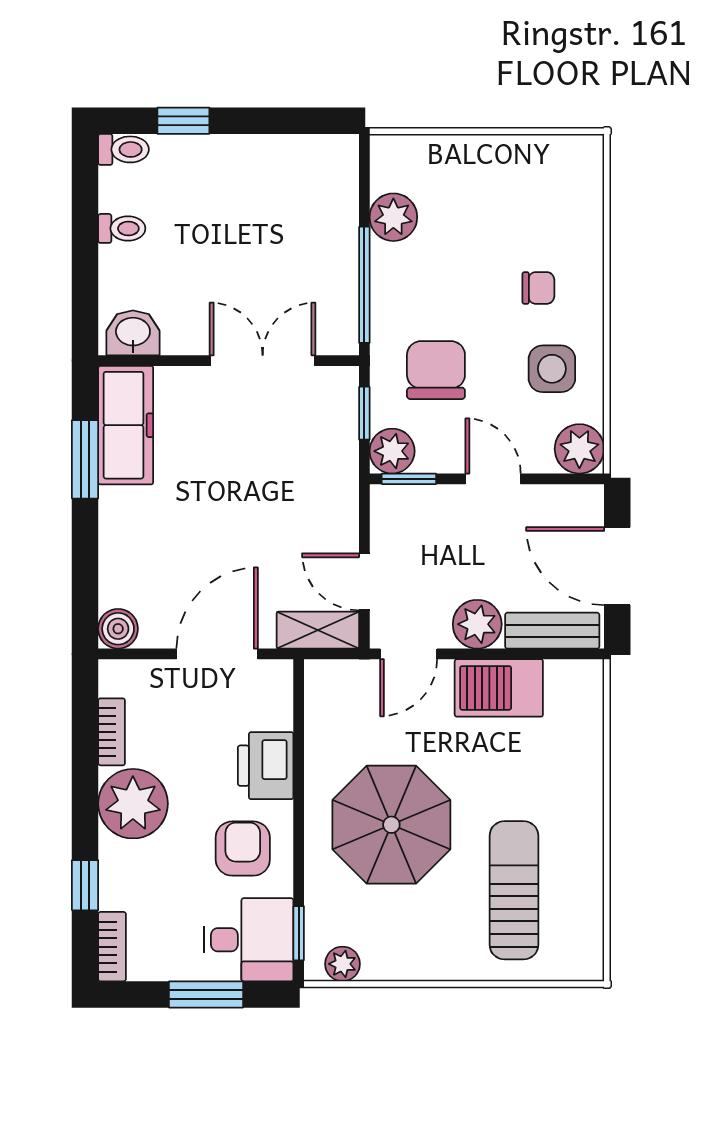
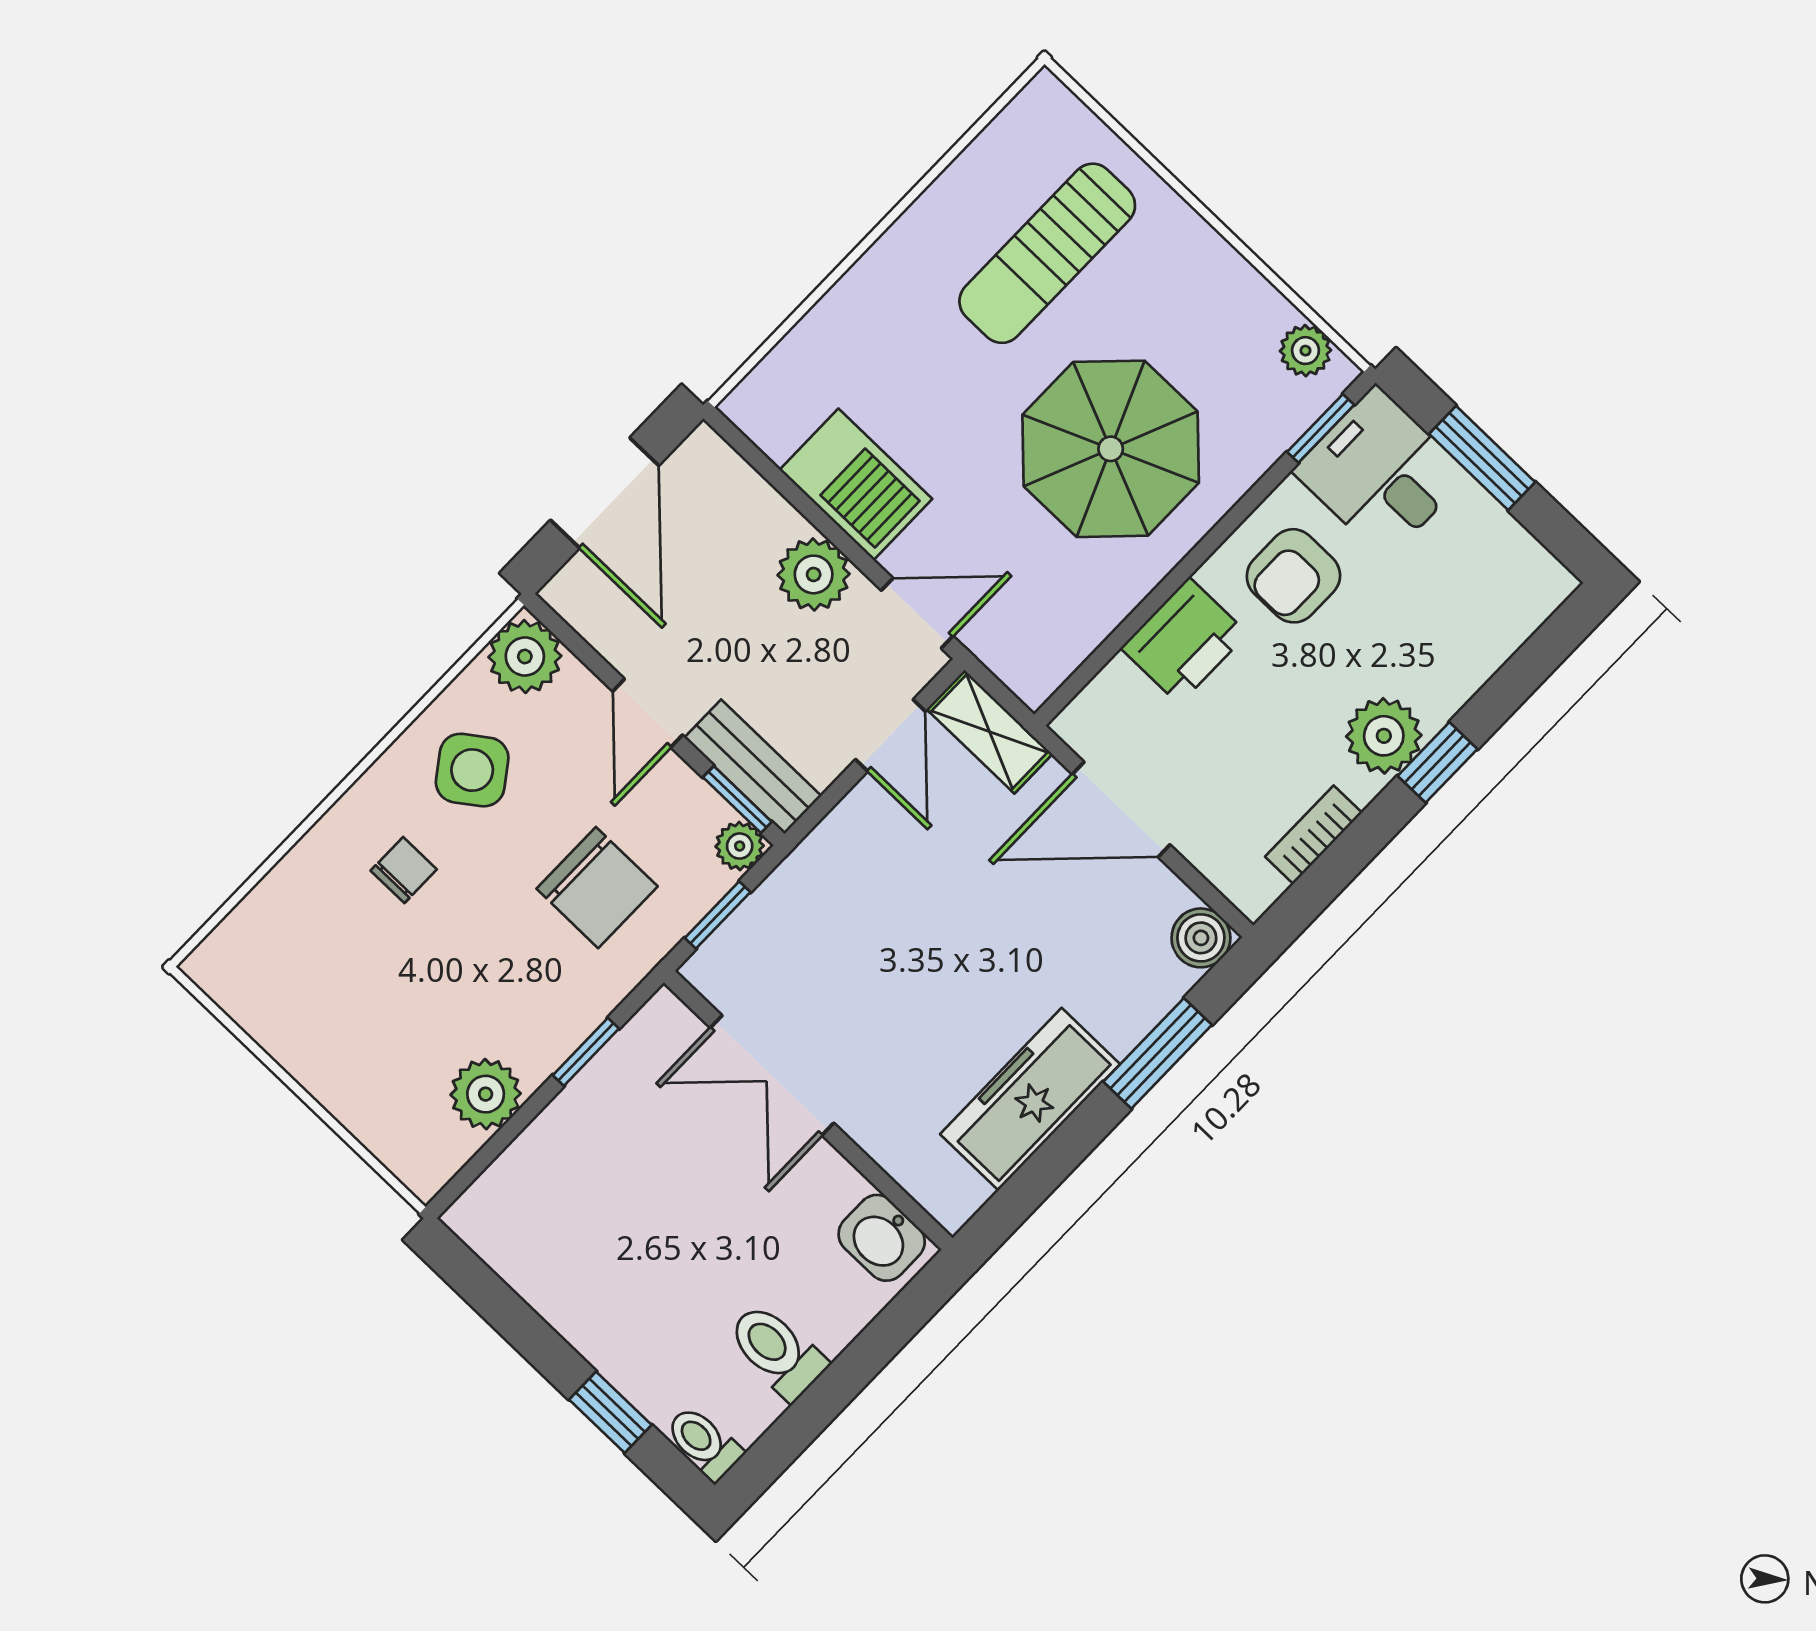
toilet: (122, 228) -> (777, 1351), width x1.37, depth x1.39
window: (364, 285) -> (586, 1052), width x0.46
chair: (538, 288) -> (404, 870), turned 90
side table: (552, 369) -> (472, 770), turned -36
chair: (436, 370) -> (597, 888), turned -90
freezer: (126, 425) -> (1030, 1099), moved
plant: (392, 451) -> (740, 846), width x0.73, depth x0.73
window: (85, 459) -> (1158, 1053), moved
bench: (552, 631) -> (753, 767), moved
plant: (133, 804) -> (1384, 736), width x0.73, depth x0.73
window: (85, 885) -> (1438, 762), moved
bookcase: (112, 947) -> (1533, 605), removed

